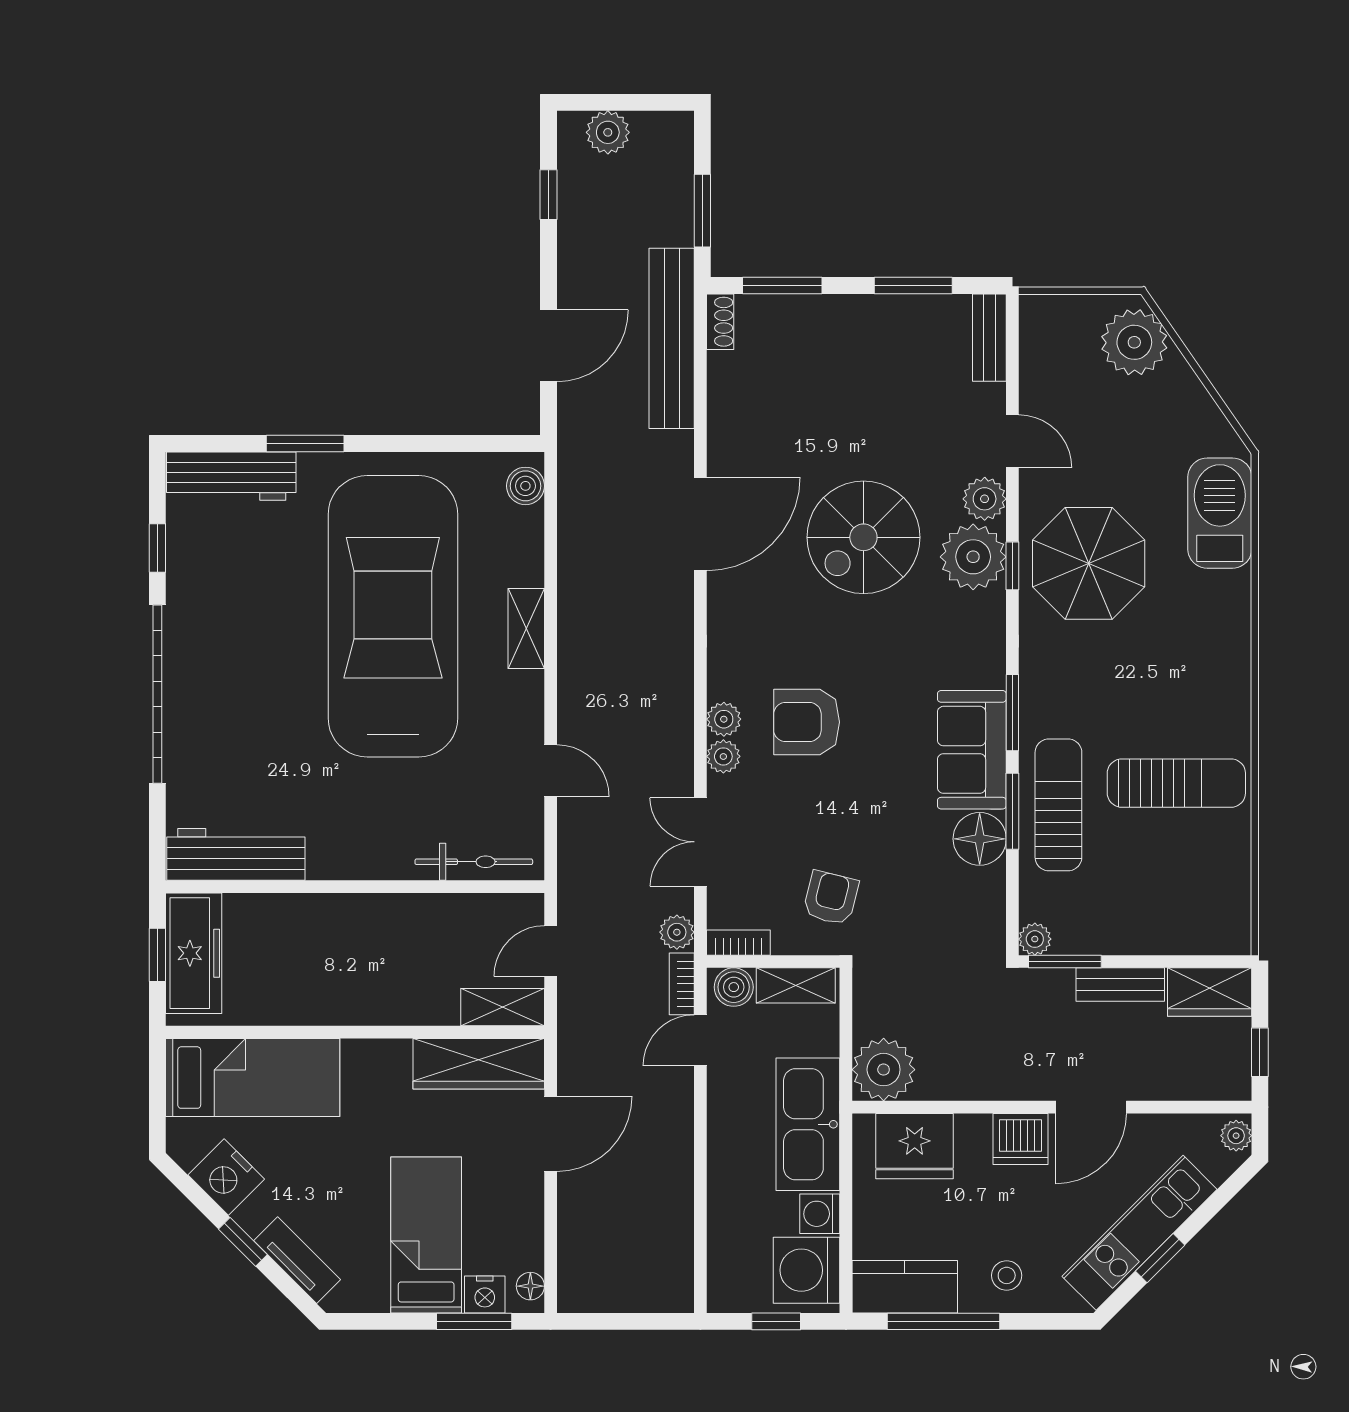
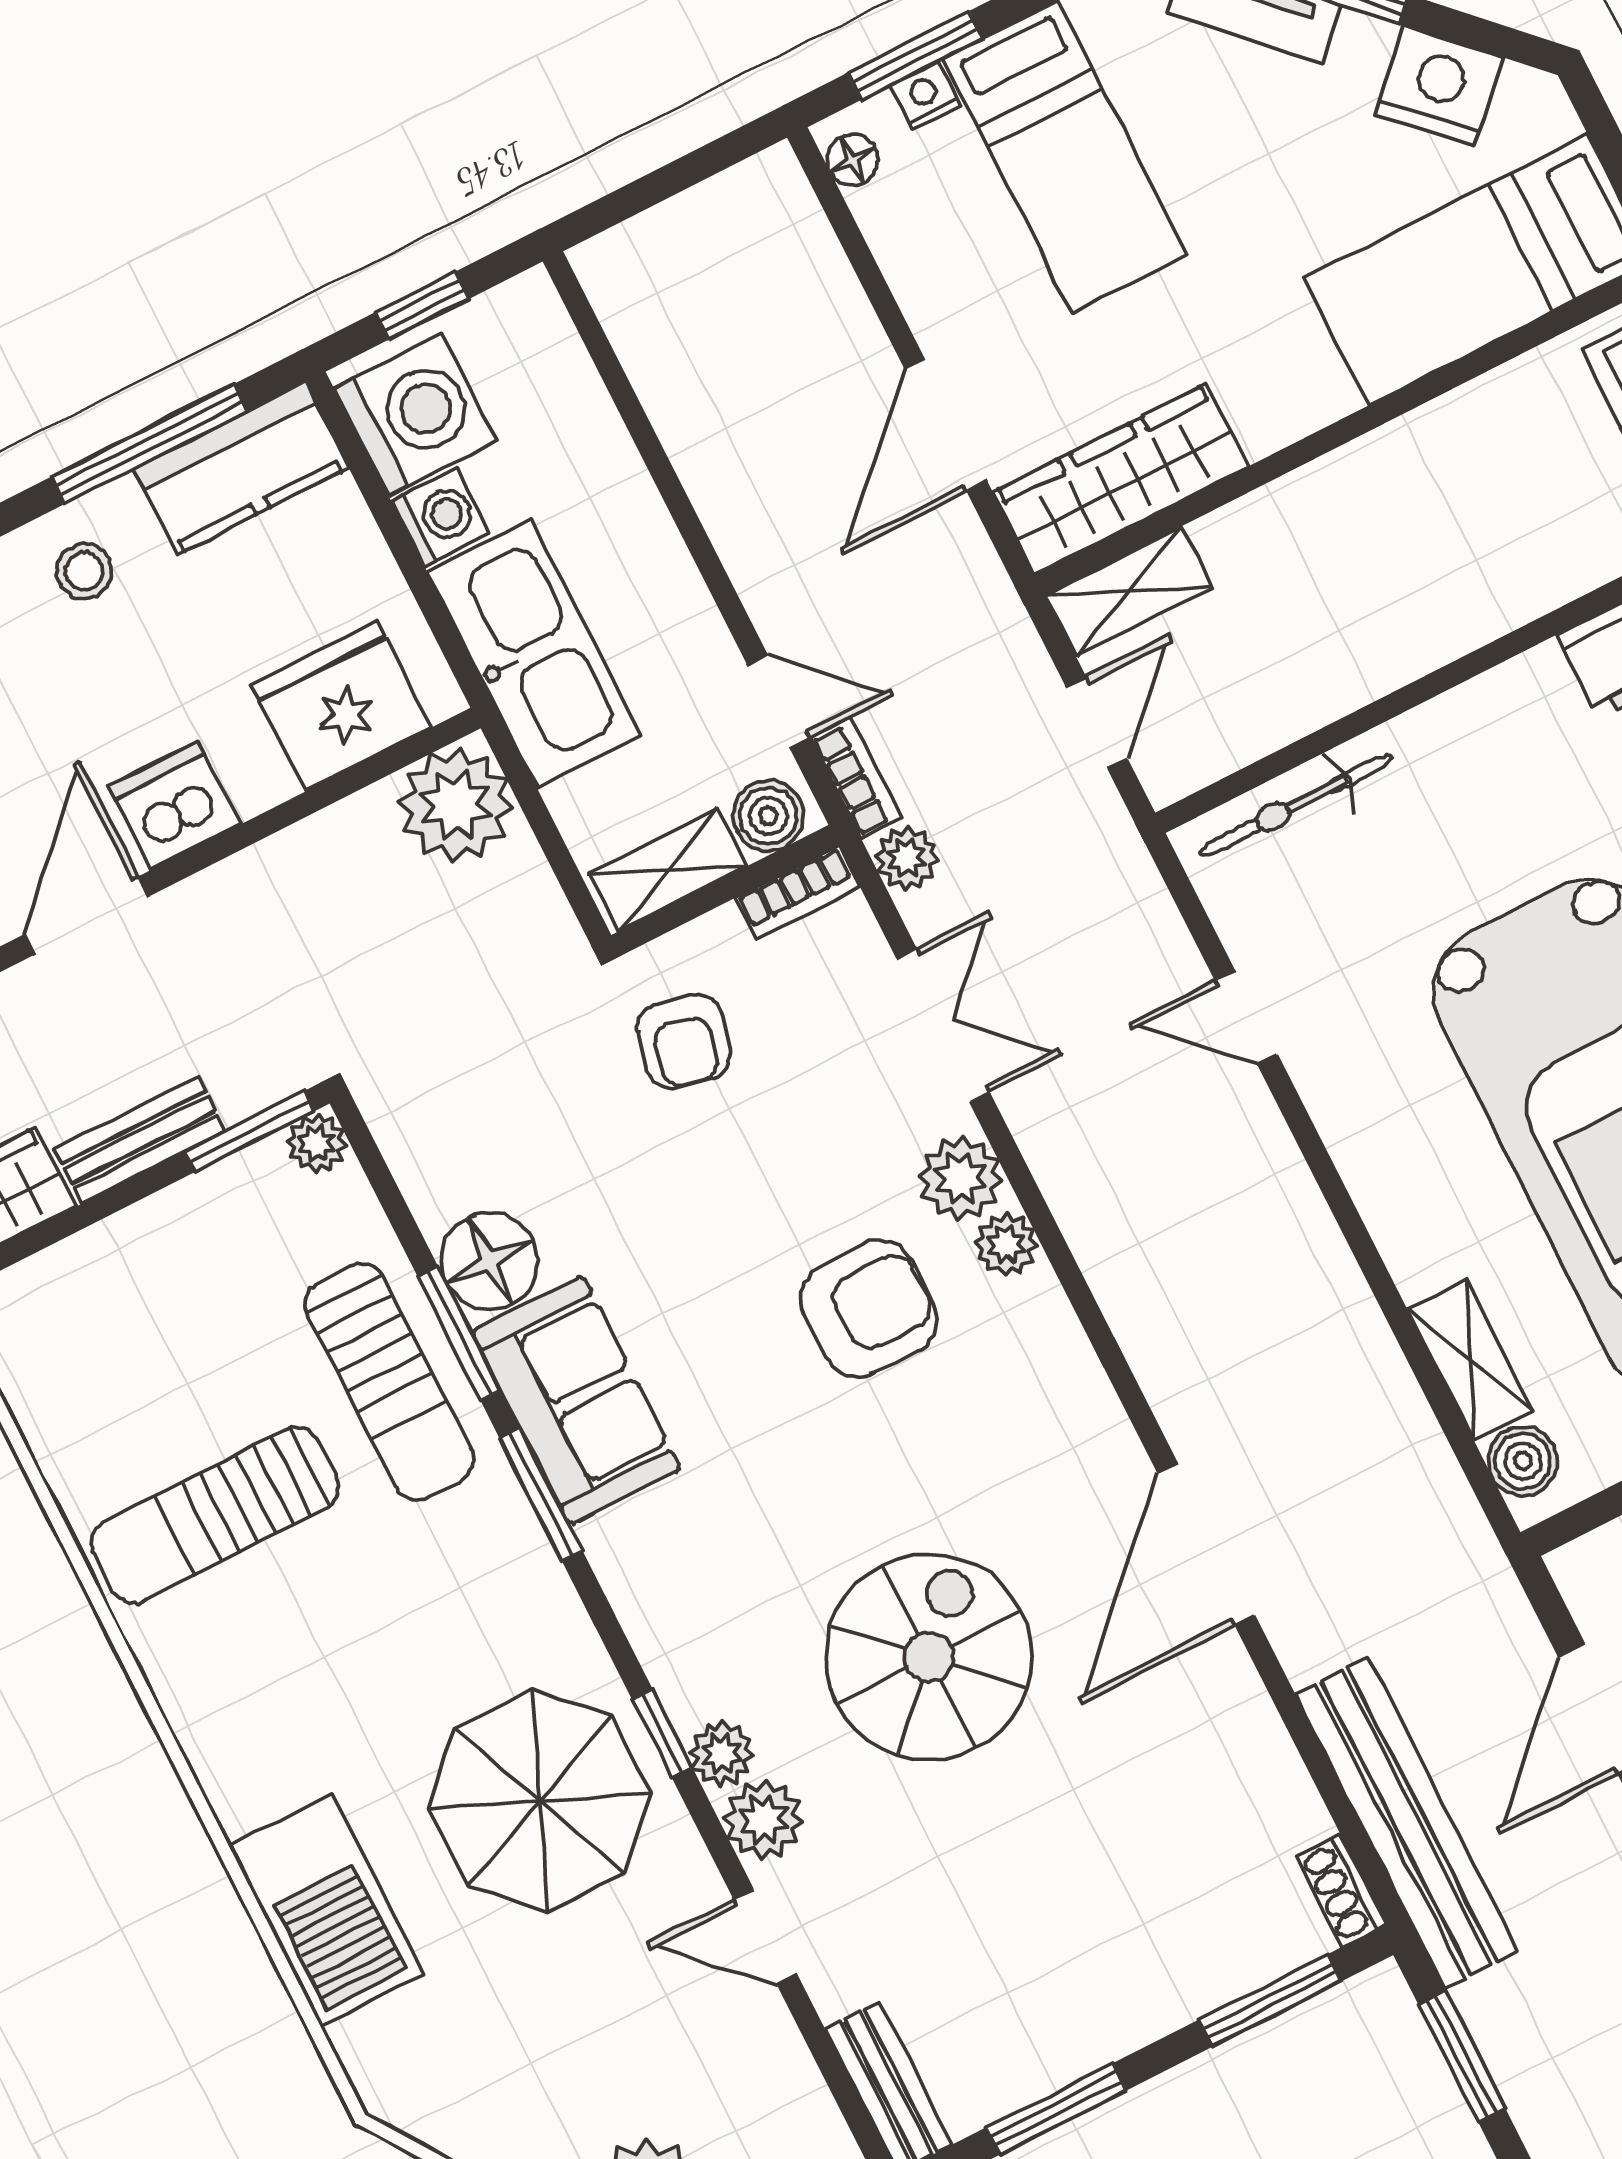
barbecue: (1220, 513) -> (326, 1910), moved
plant: (973, 557) -> (721, 1754), width x0.53, depth x0.53
shelving: (526, 629) -> (1470, 1360), moved
plant: (723, 756) -> (961, 1178), width x1.38, depth x1.38
door: (700, 1040) -> (779, 701), hinge flipped
nightstand: (485, 1294) -> (925, 96), width x0.72, depth x0.74

